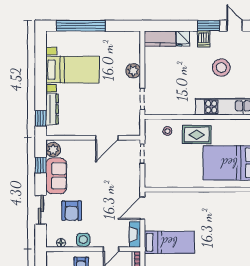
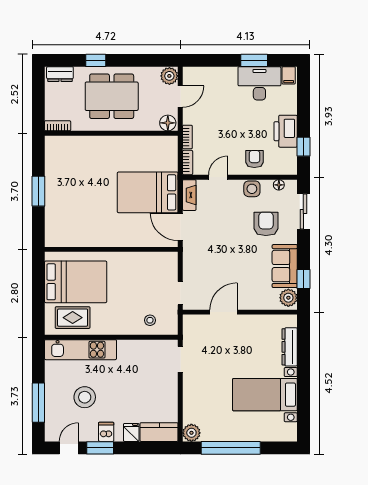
window: (81, 26) -> (231, 448), moved
door: (234, 26) -> (69, 448), swing flipped
plant: (133, 71) -> (191, 433), moved
window: (41, 118) -> (303, 336), removed
rug: (197, 135) -> (73, 318), moved
door: (142, 208) -> (180, 227), swing flipped
sliding door: (41, 210) -> (303, 211), moved
bed: (169, 242) -> (148, 192), width x1.50

